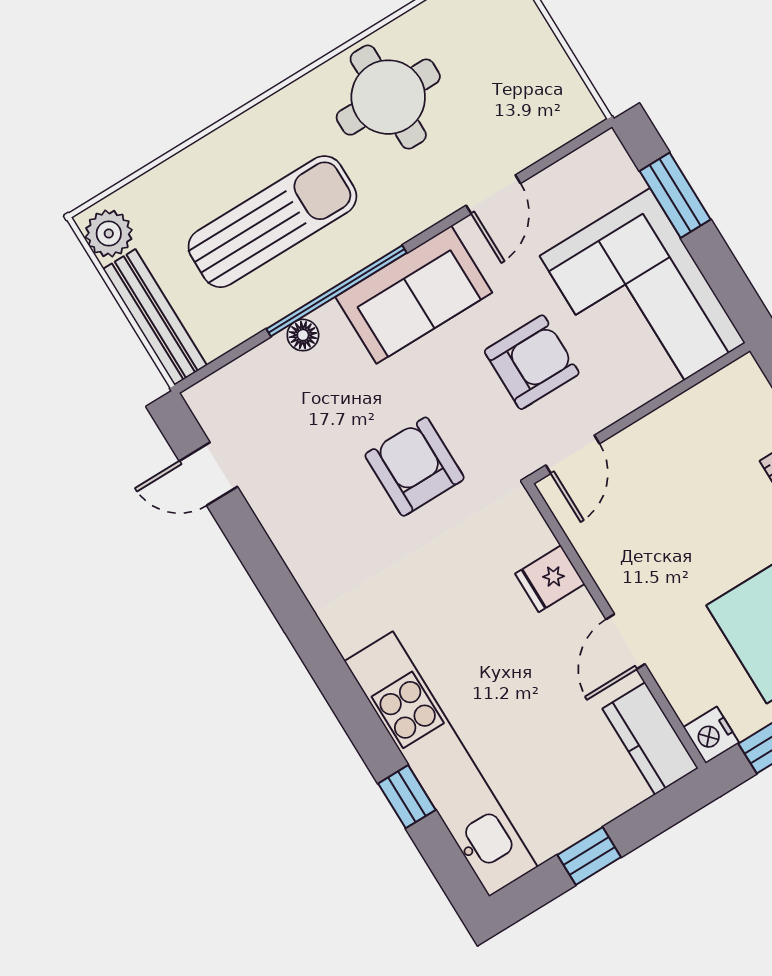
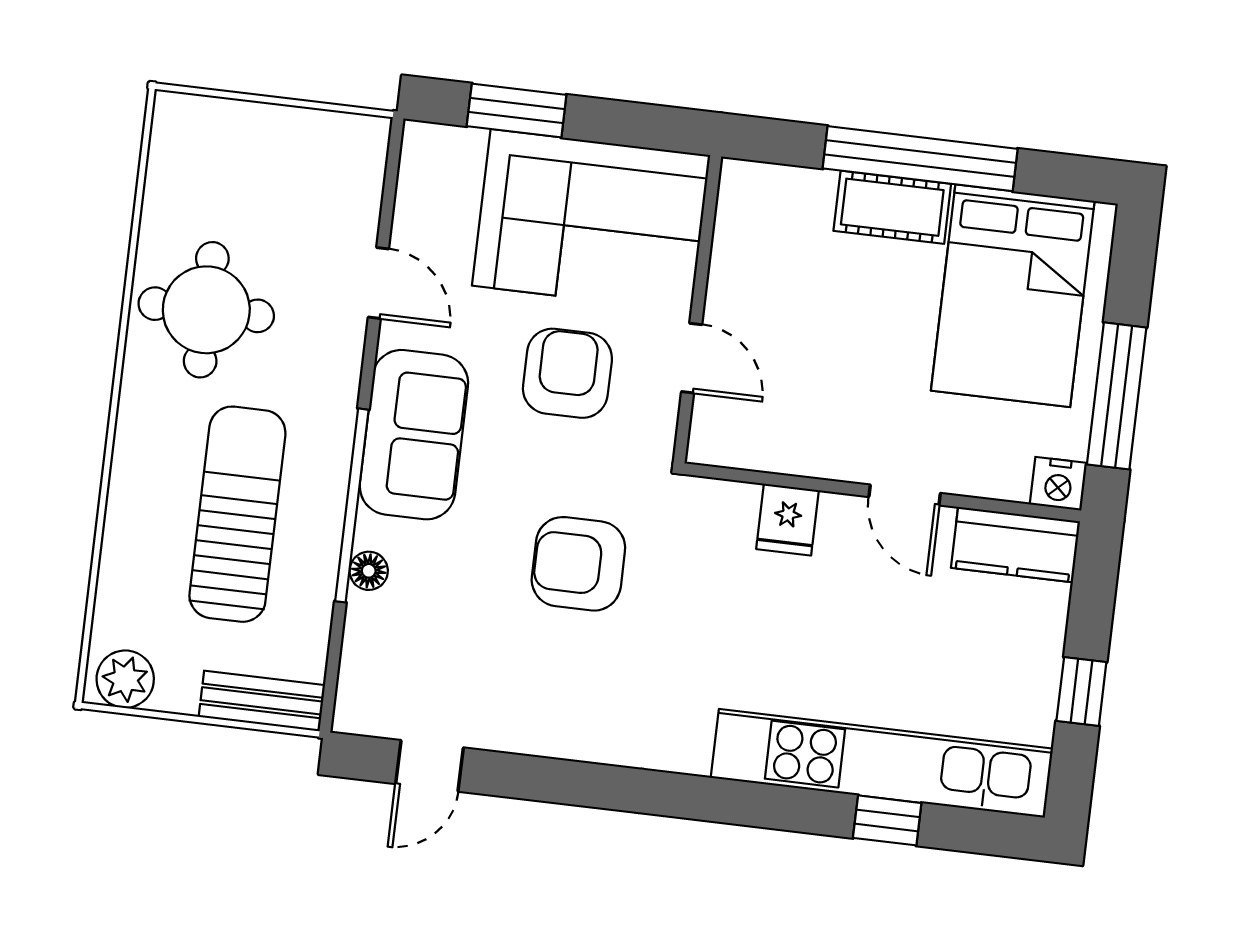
bench: (155, 317) -> (262, 701), width x0.73
door: (573, 454) -> (692, 358), moved

